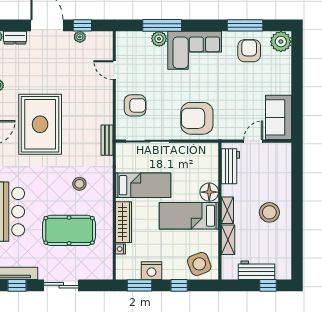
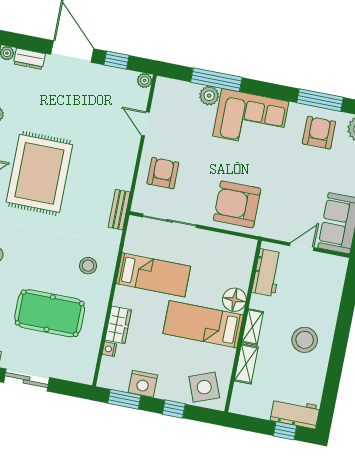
plant: (80, 37) -> (145, 81), moved
armchair: (135, 105) -> (163, 173), turned -90
stool: (79, 184) -> (88, 266), moved
wardrobe: (124, 222) -> (118, 325), width x0.67
workbench: (256, 270) -> (295, 413), moved

